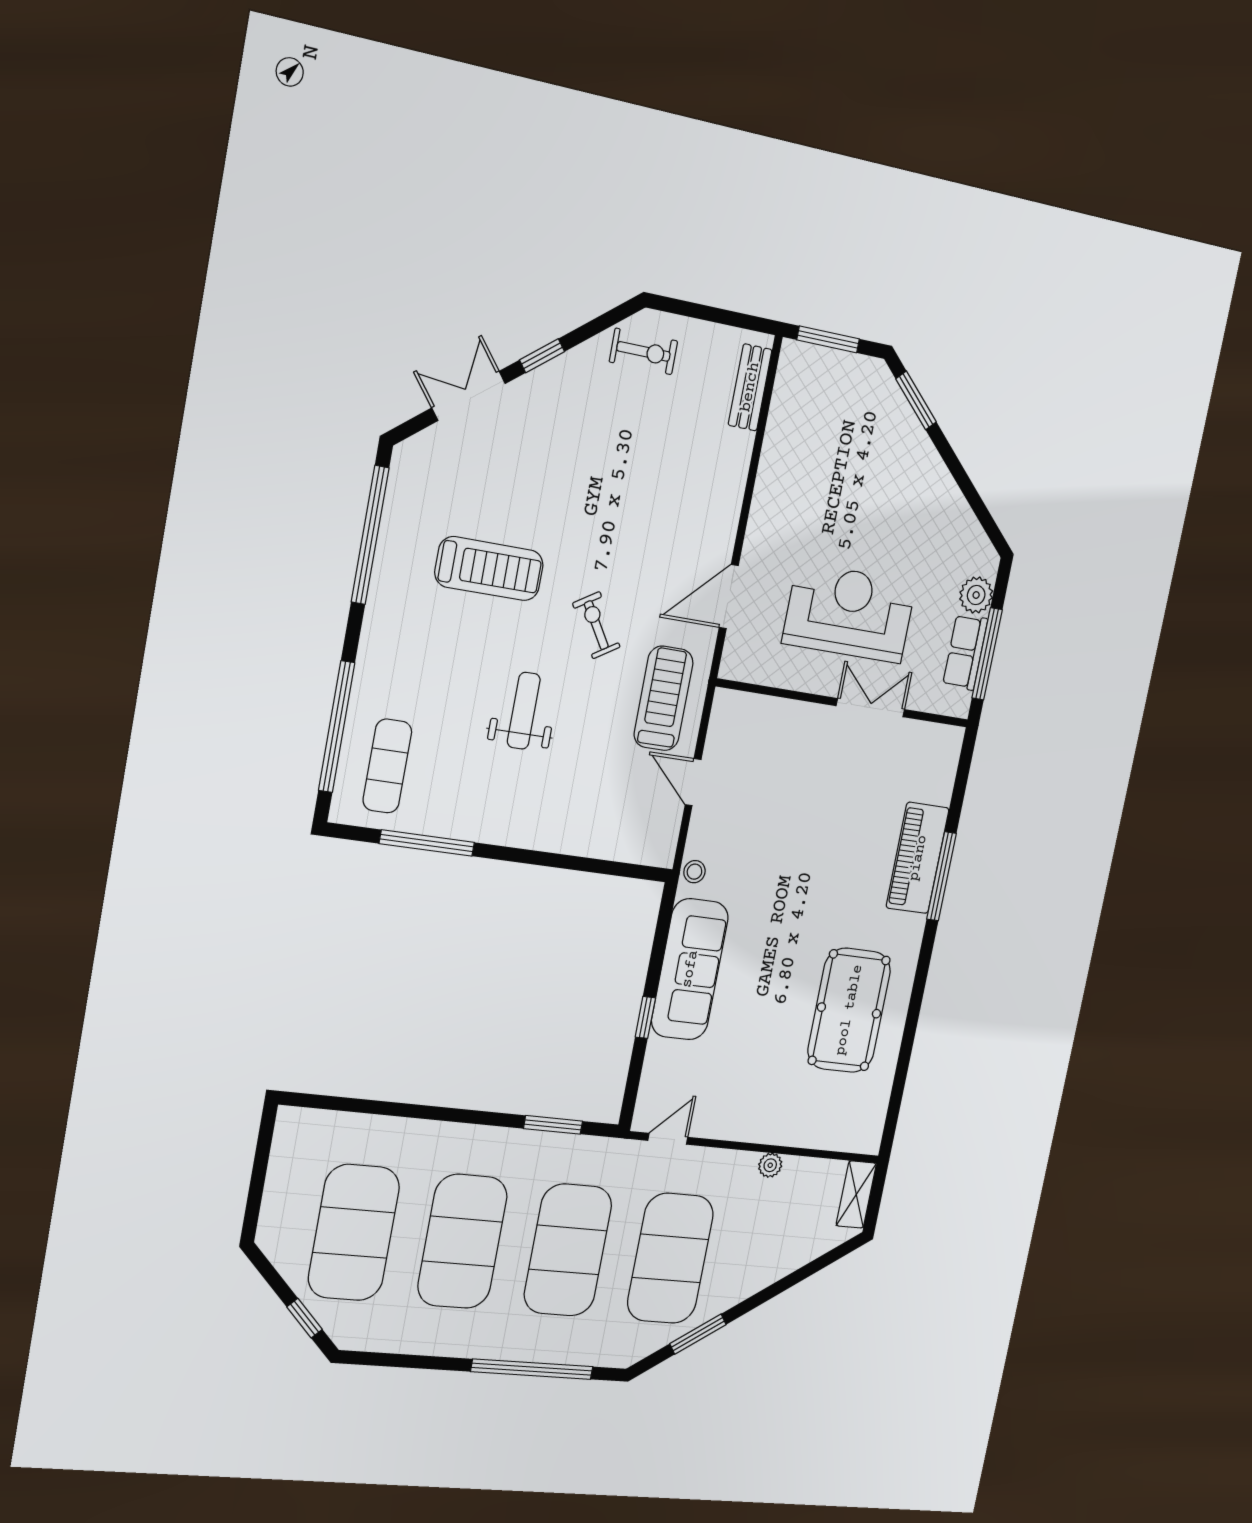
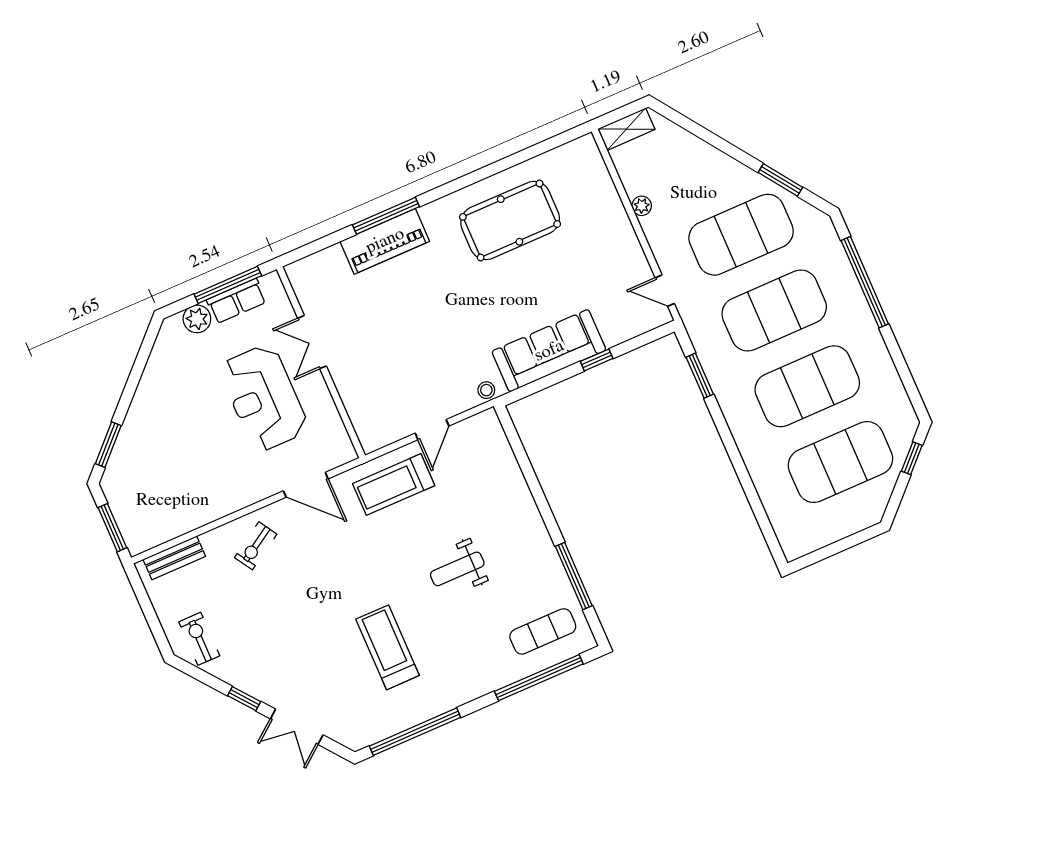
exercise bike: (596, 625) -> (256, 546), moved

